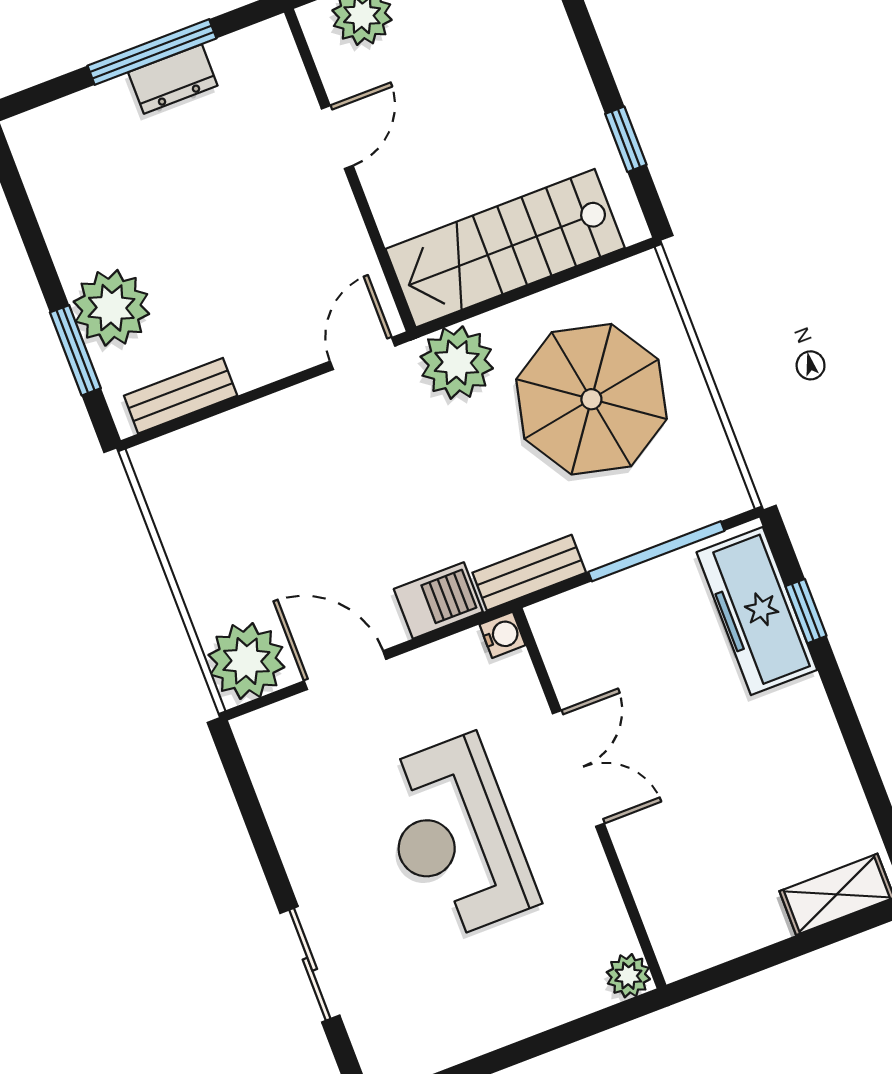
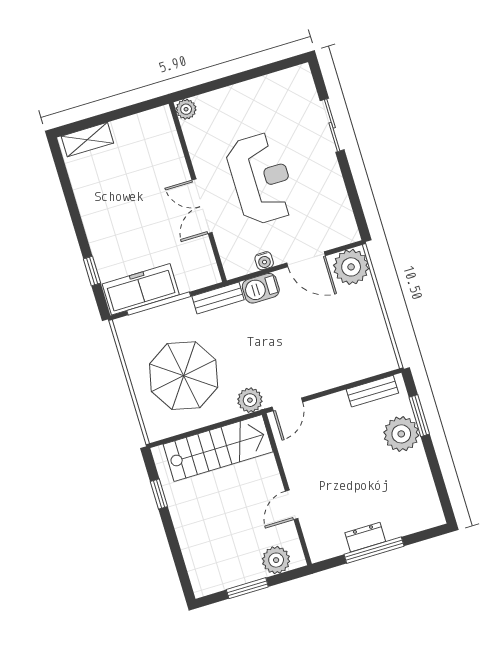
plant: (457, 363) -> (250, 400), width x0.73, depth x0.73
freezer: (757, 611) -> (141, 289), moved, turned -90
water cooler: (502, 635) -> (264, 261), moved, turned -90

